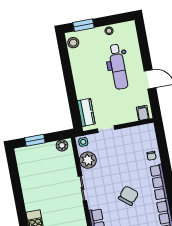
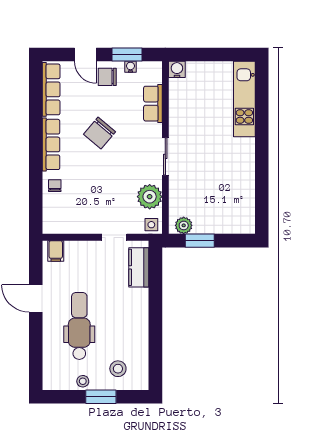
window: (83, 25) -> (101, 397), moved
stool: (73, 43) -> (118, 369), moved
window: (35, 140) -> (200, 241), moved

